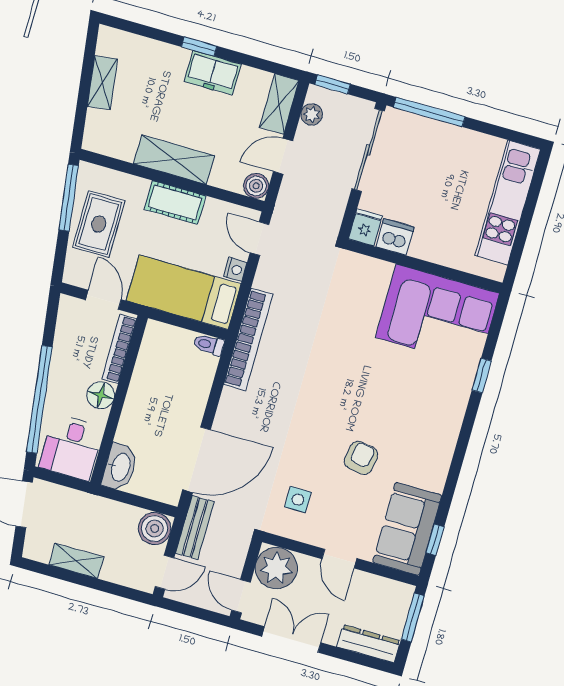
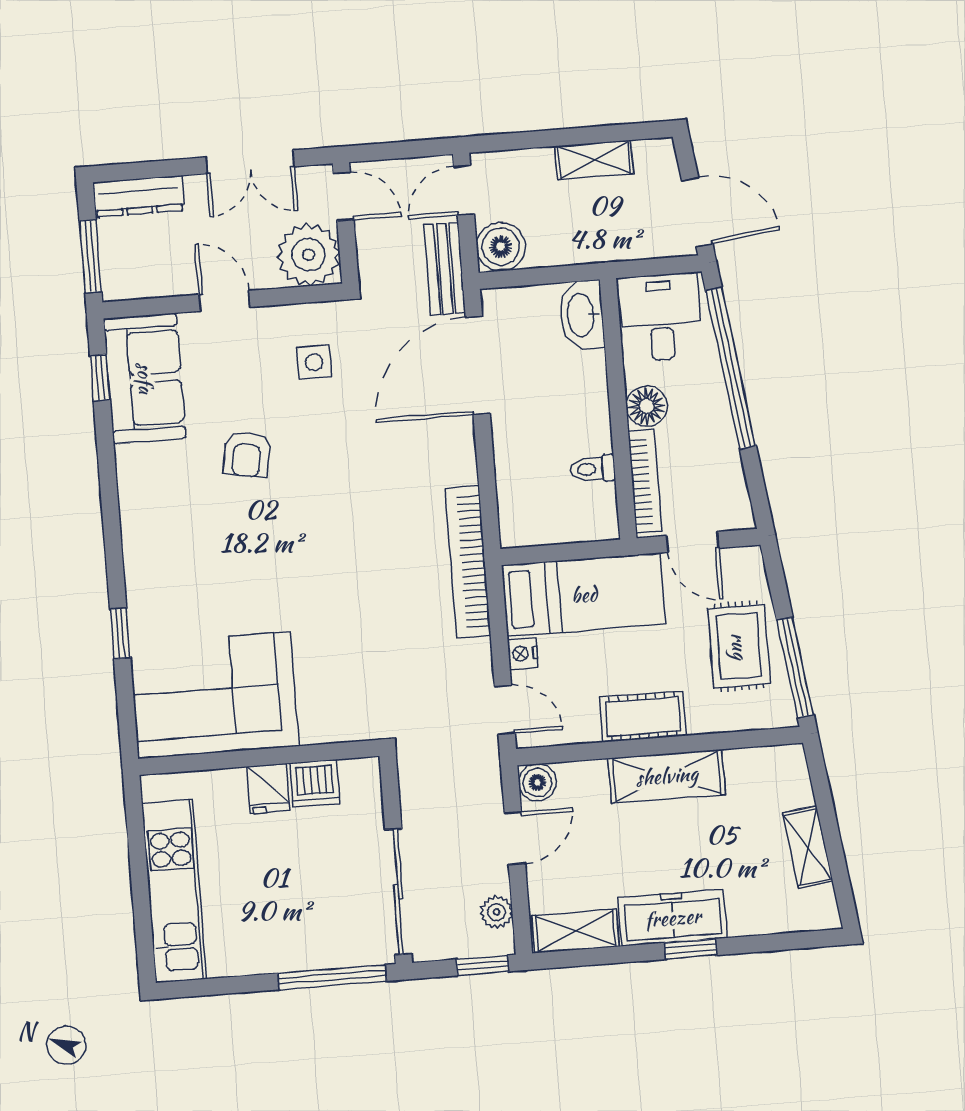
freezer: (213, 73) -> (673, 918), width x1.40
shelving: (279, 104) -> (576, 931), moved, turned 90
fridge: (365, 227) -> (268, 788), moved
toilet: (209, 345) -> (593, 469), moved, turned 180

